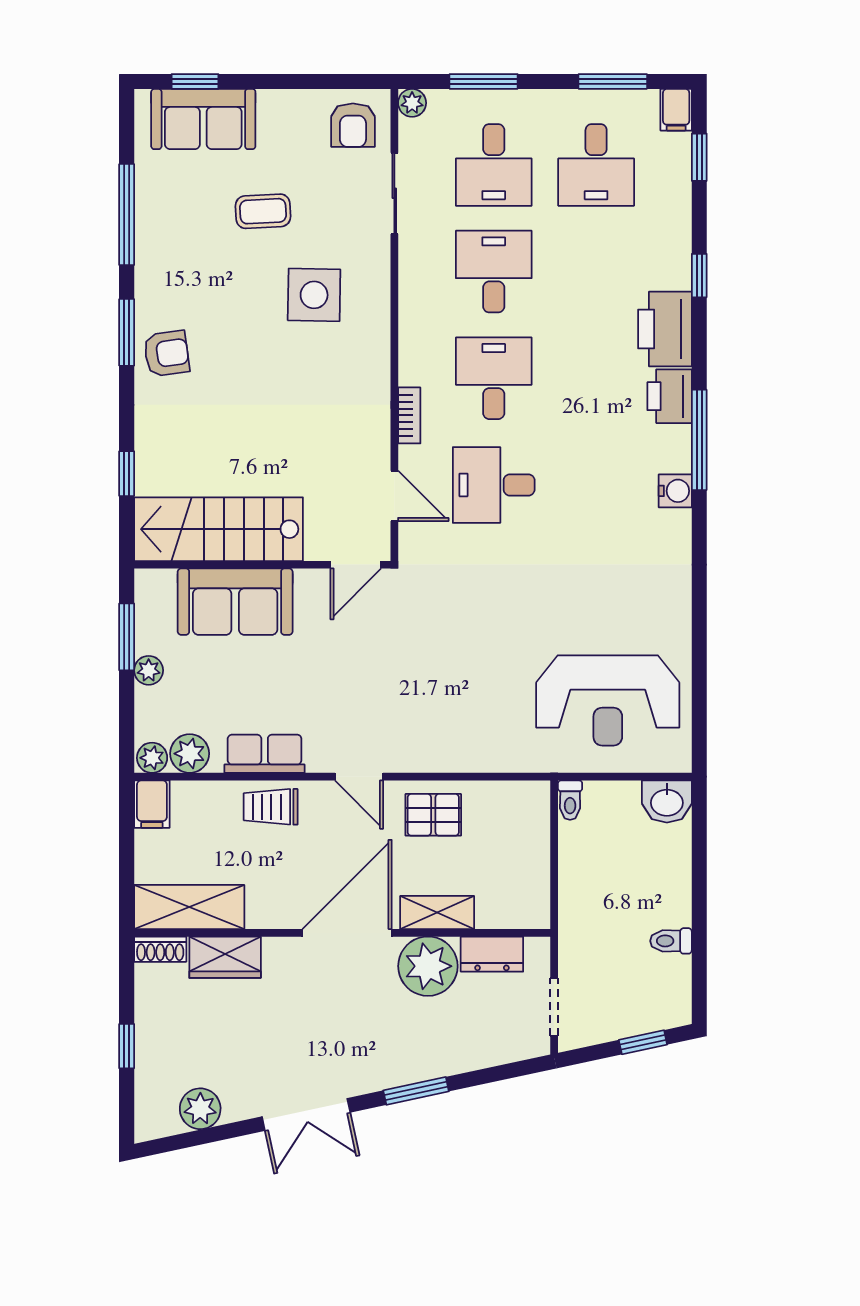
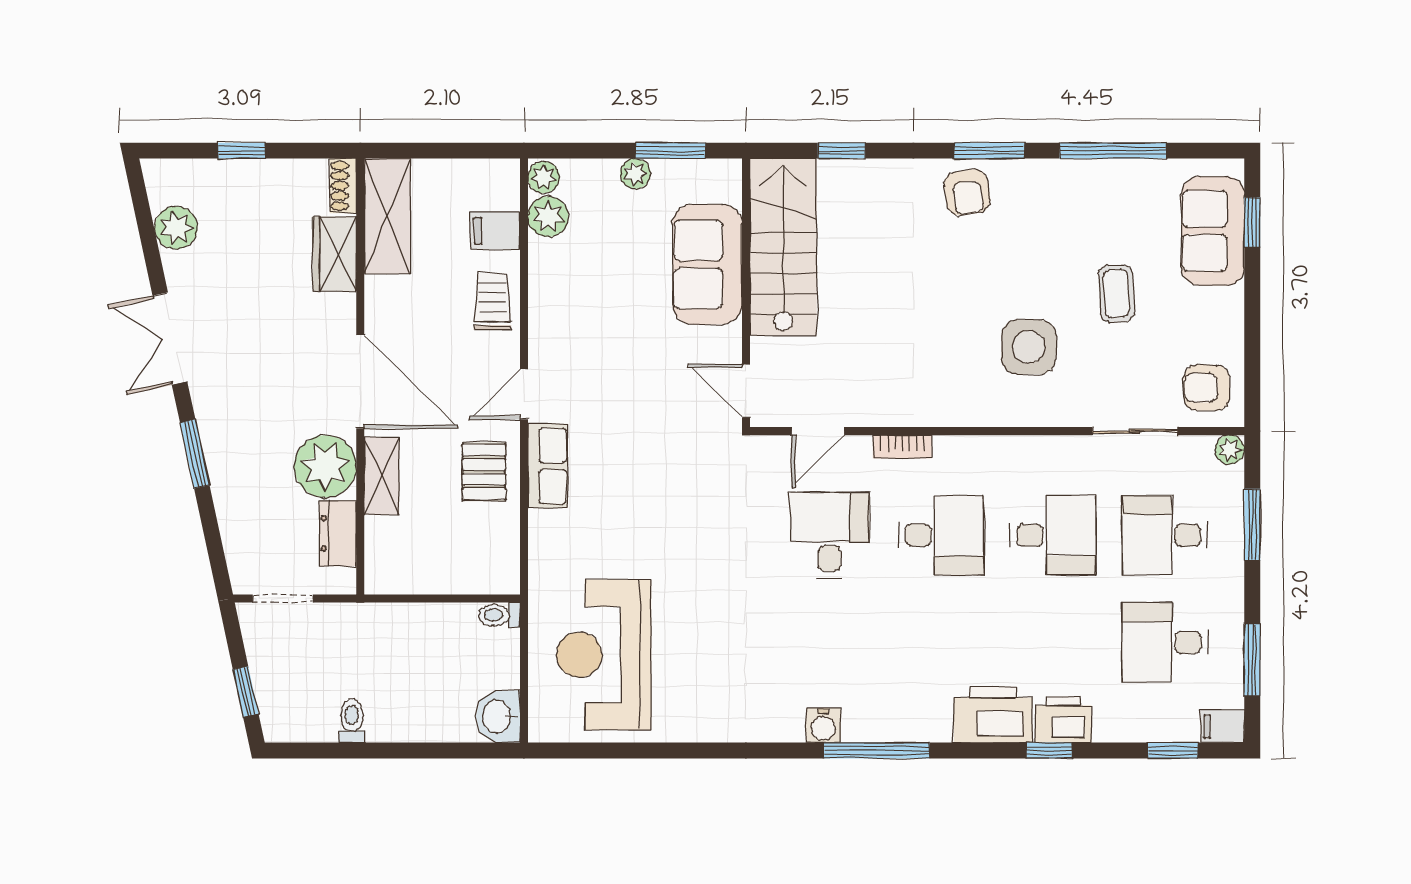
printer: (670, 396) -> (1063, 719), moved
row of seats: (265, 754) -> (548, 466), moved
filing cabinet: (152, 804) -> (495, 231), moved

